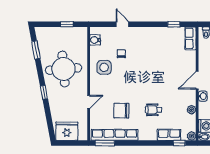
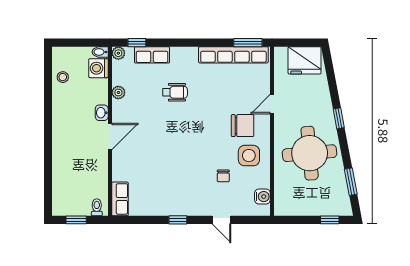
window: (67, 24) -> (330, 220), moved
window: (174, 24) -> (178, 220), moved
chair: (121, 111) -> (243, 126), moved

